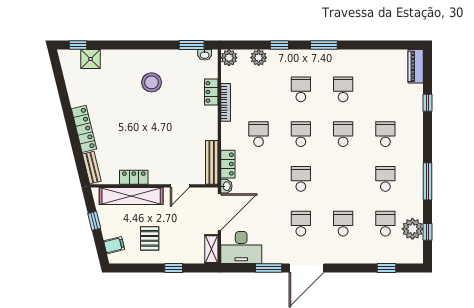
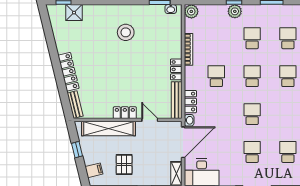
plant: (259, 58) -> (235, 11), moved
locker: (211, 92) -> (176, 69), moved
locker: (134, 177) -> (125, 113), moved
door: (180, 186) -> (150, 120), swing flipped

